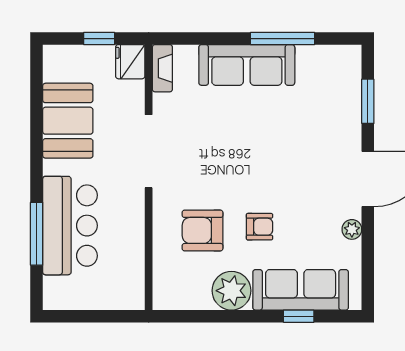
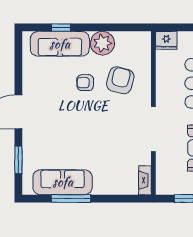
fridge: (130, 62) -> (166, 40), moved, turned 90
sofa: (247, 65) -> (63, 182), moved
plant: (352, 229) -> (28, 81), removed
armchair: (203, 230) -> (120, 80), turned -75

